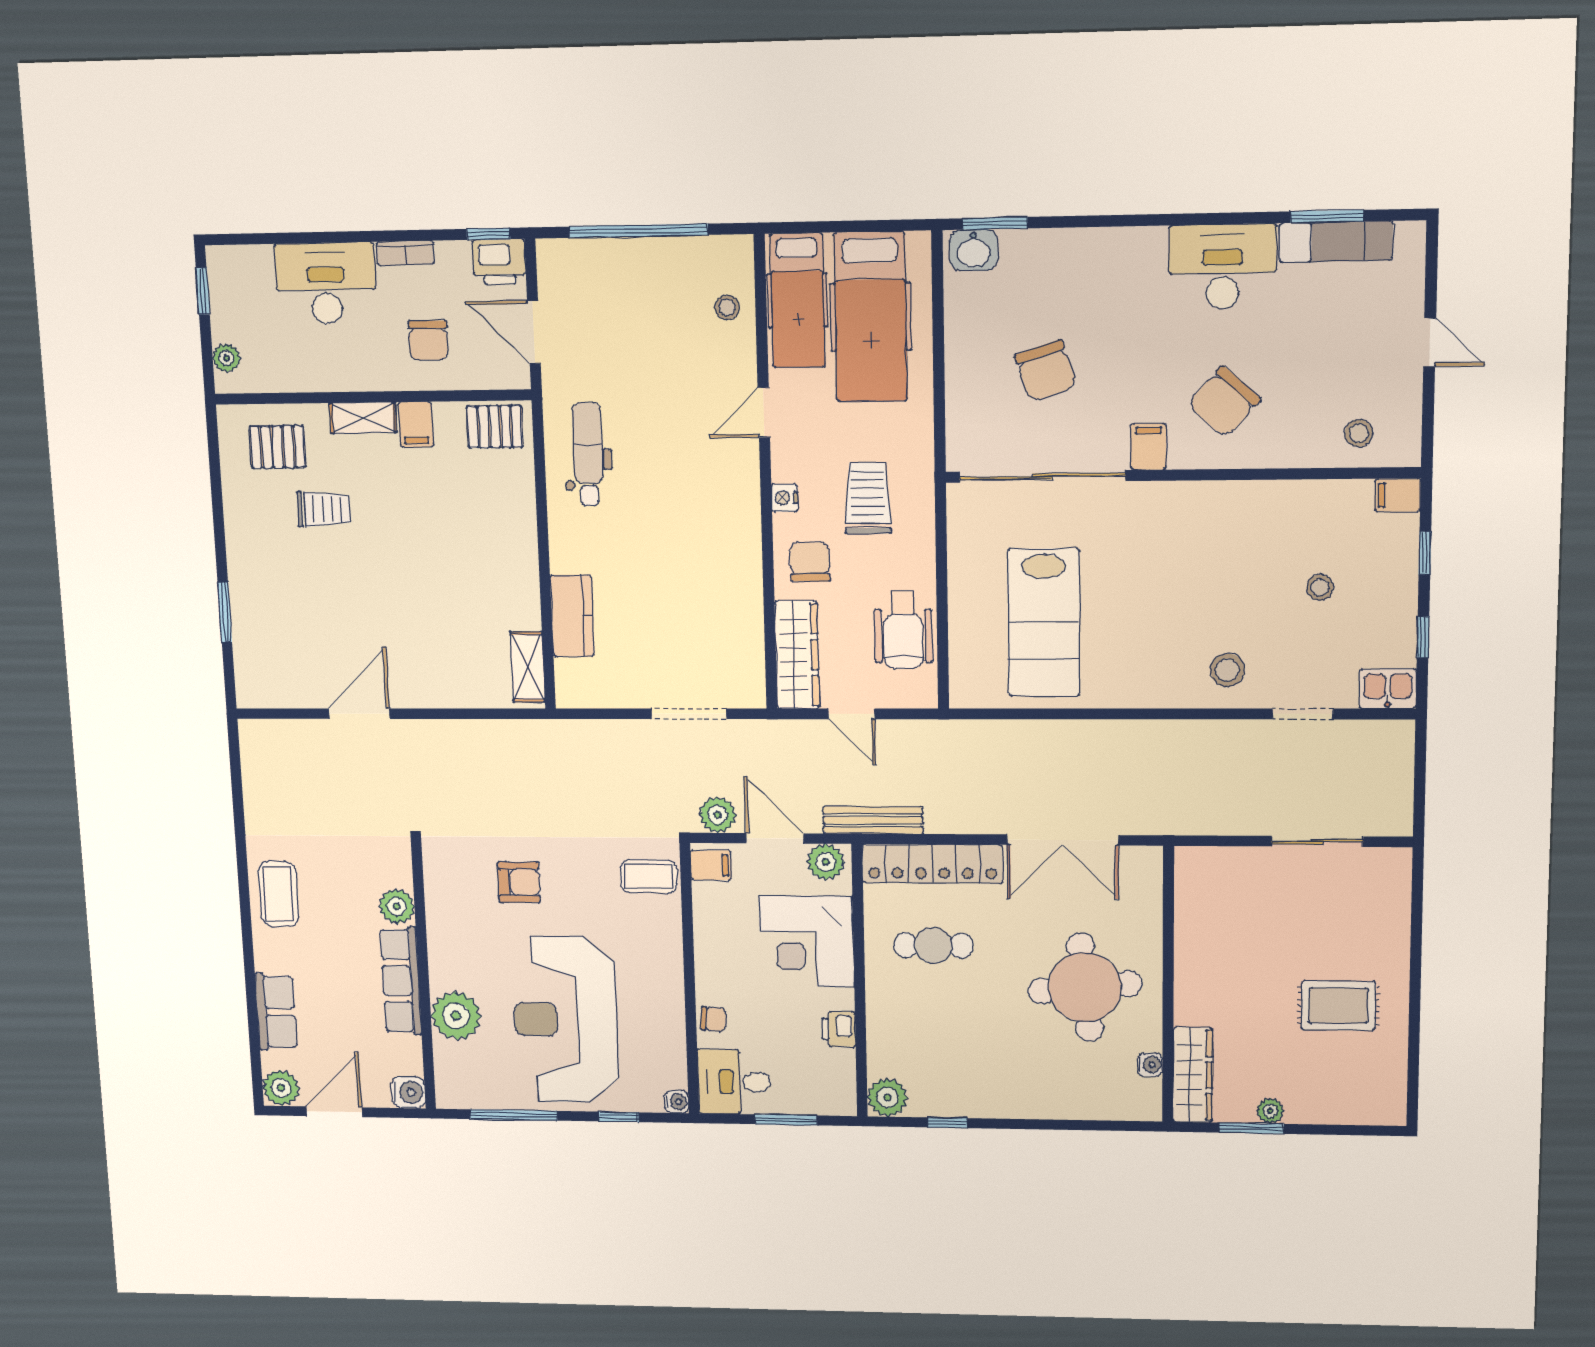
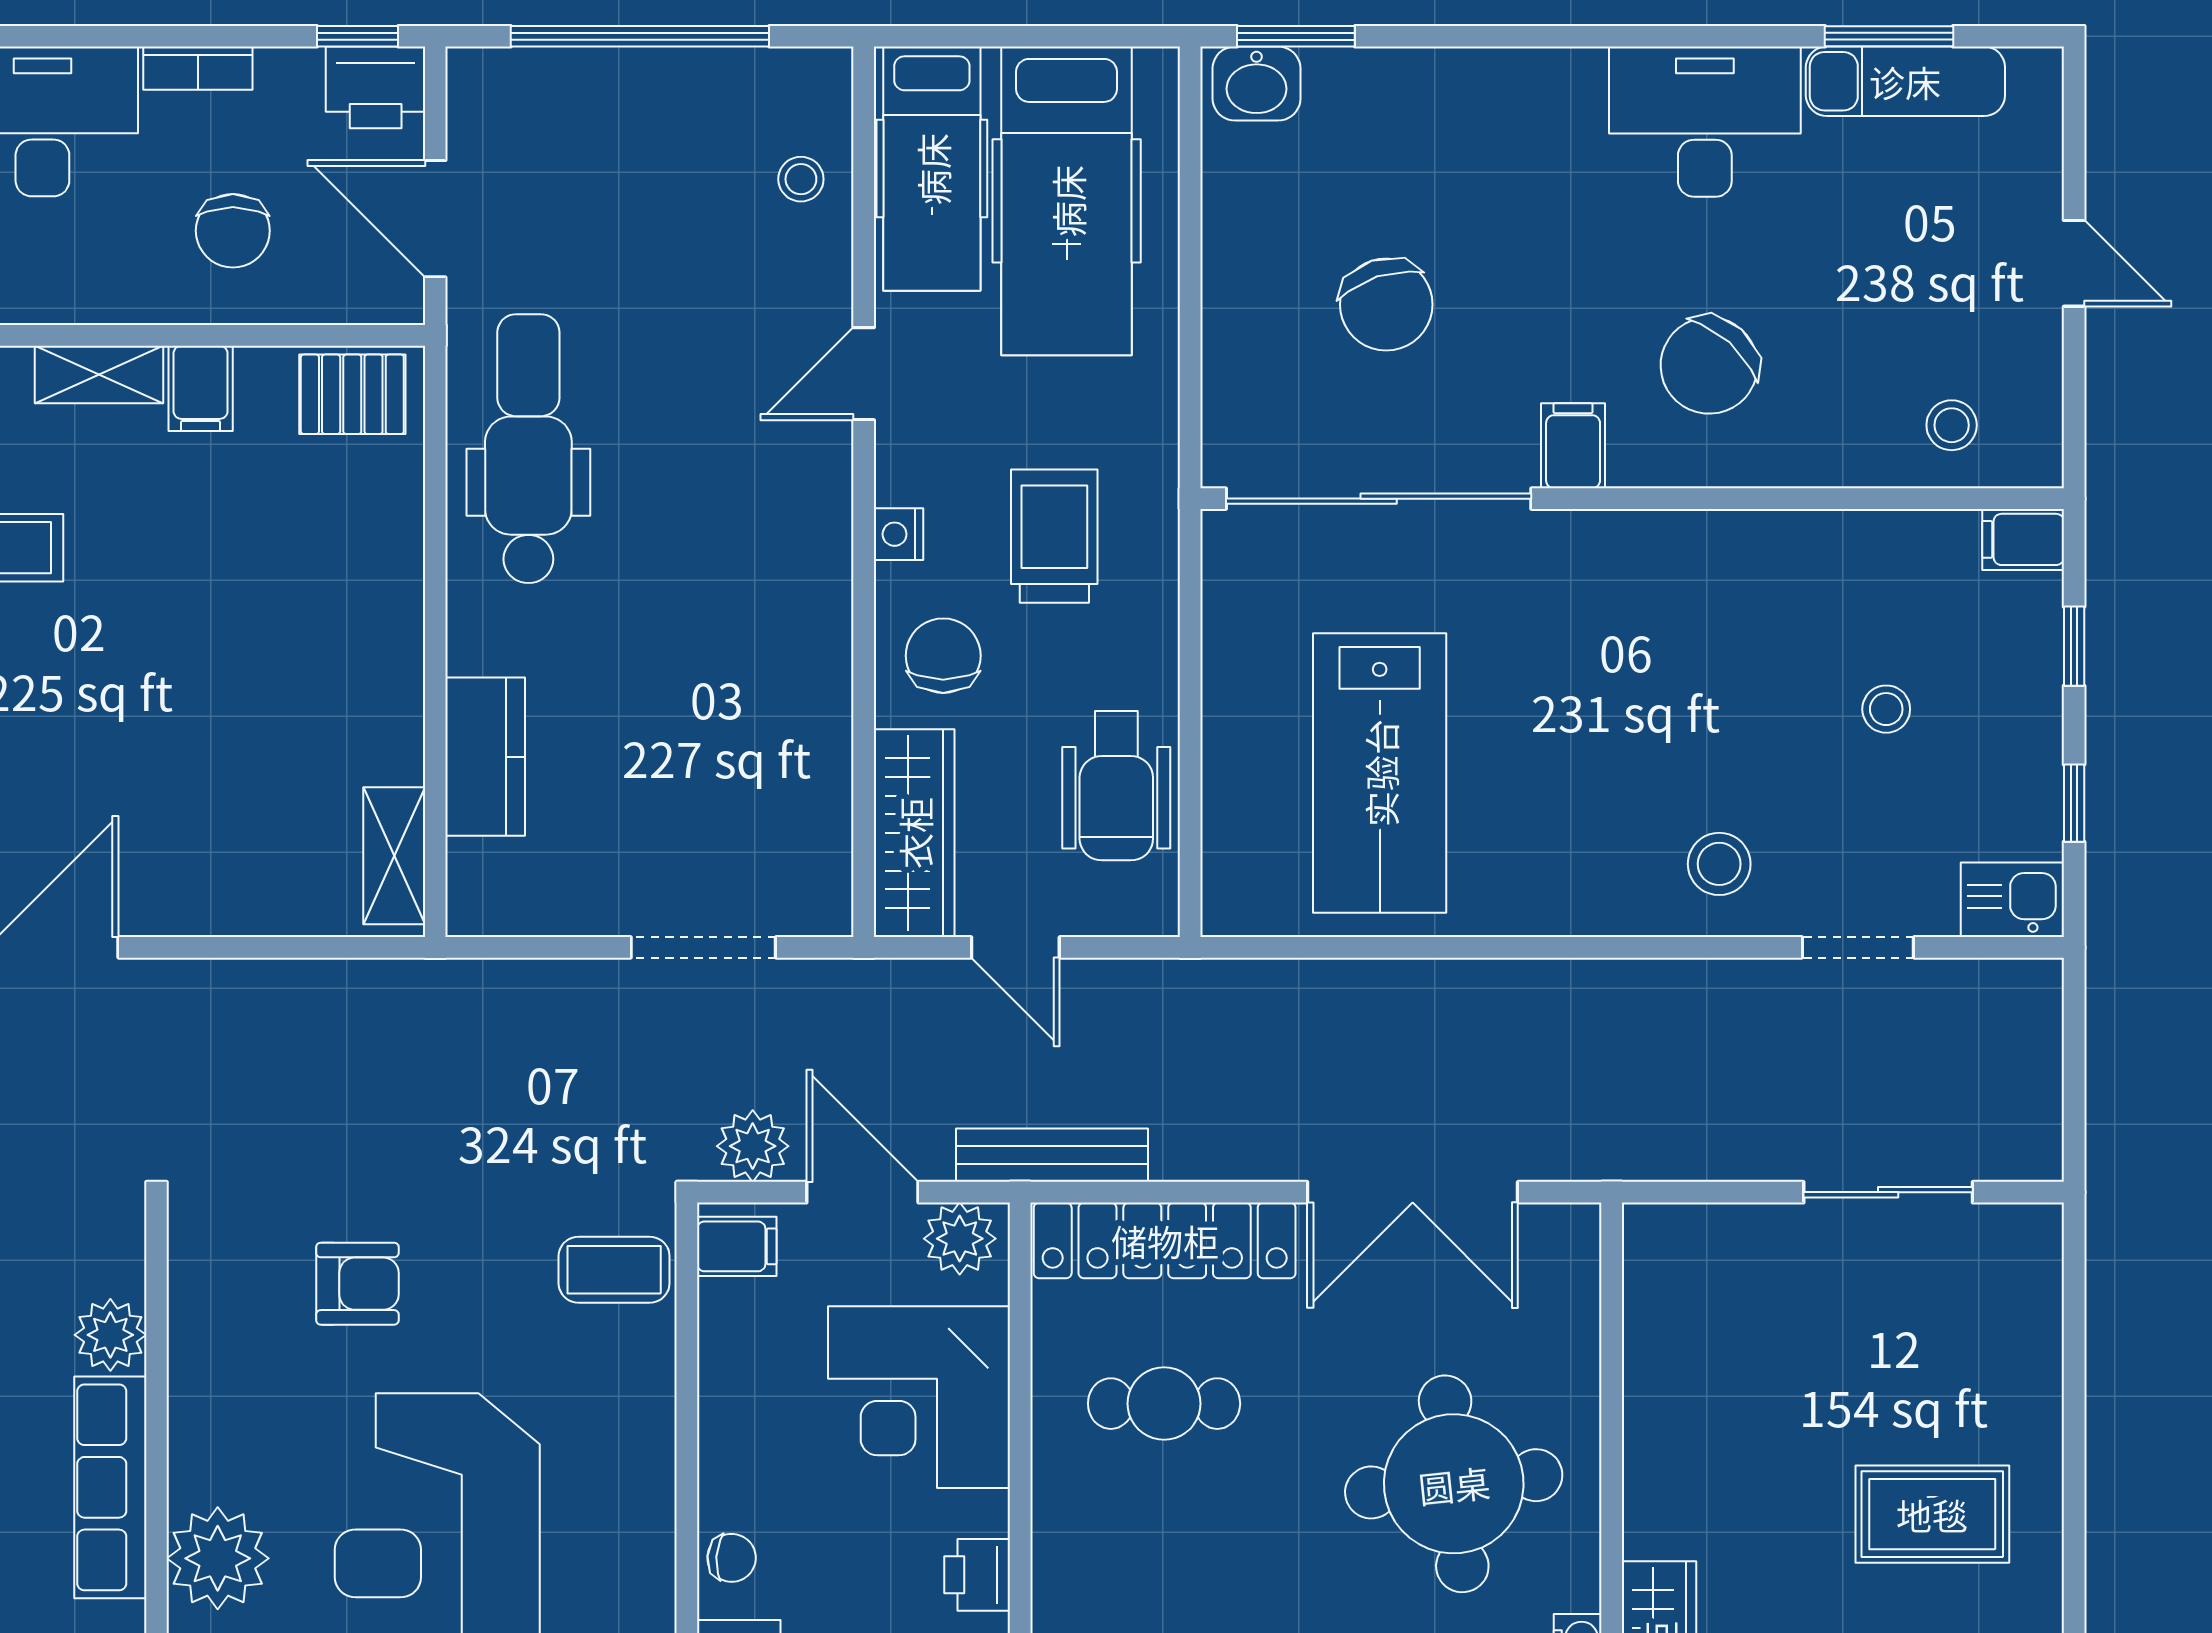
dental chair: (588, 454) -> (528, 449), width x1.36, depth x1.38

